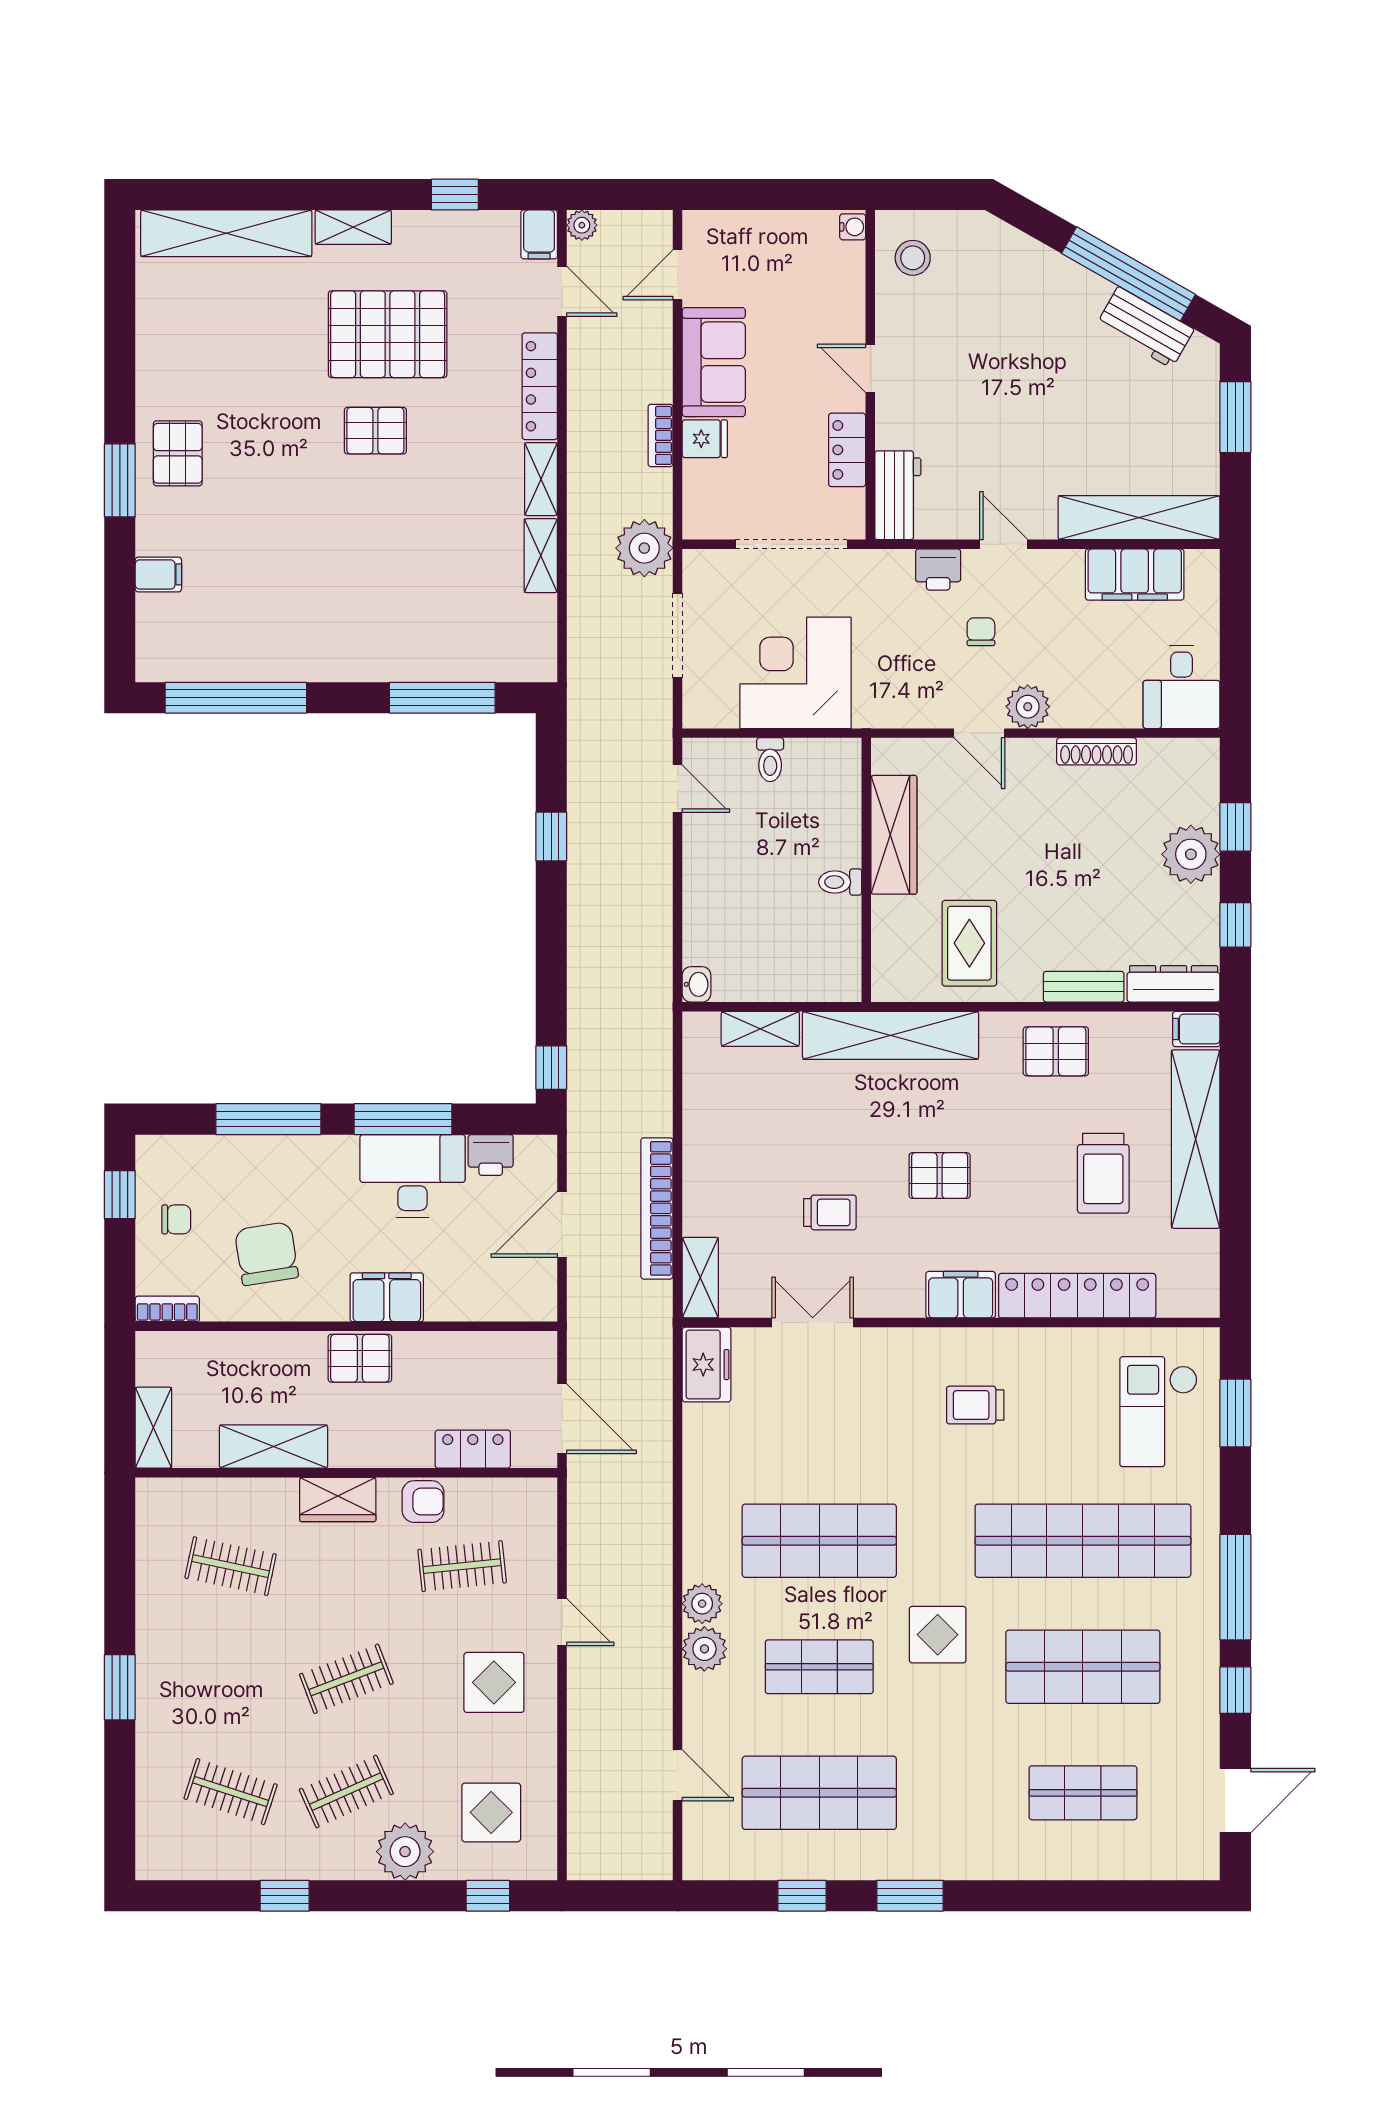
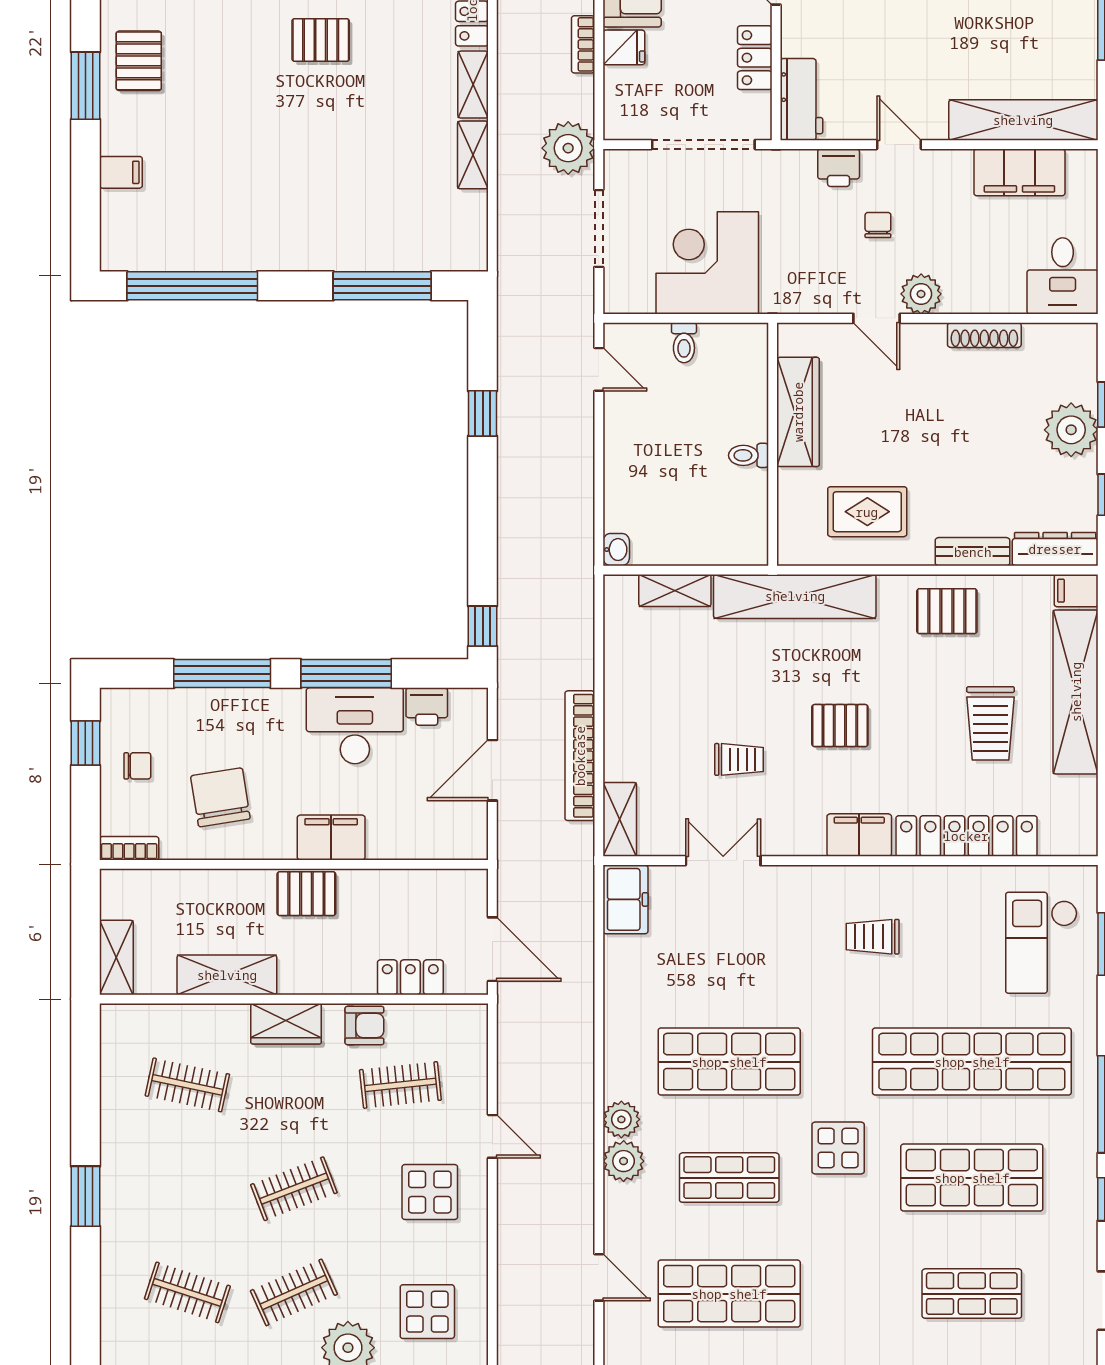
rug: (969, 943) -> (867, 512), turned 90

